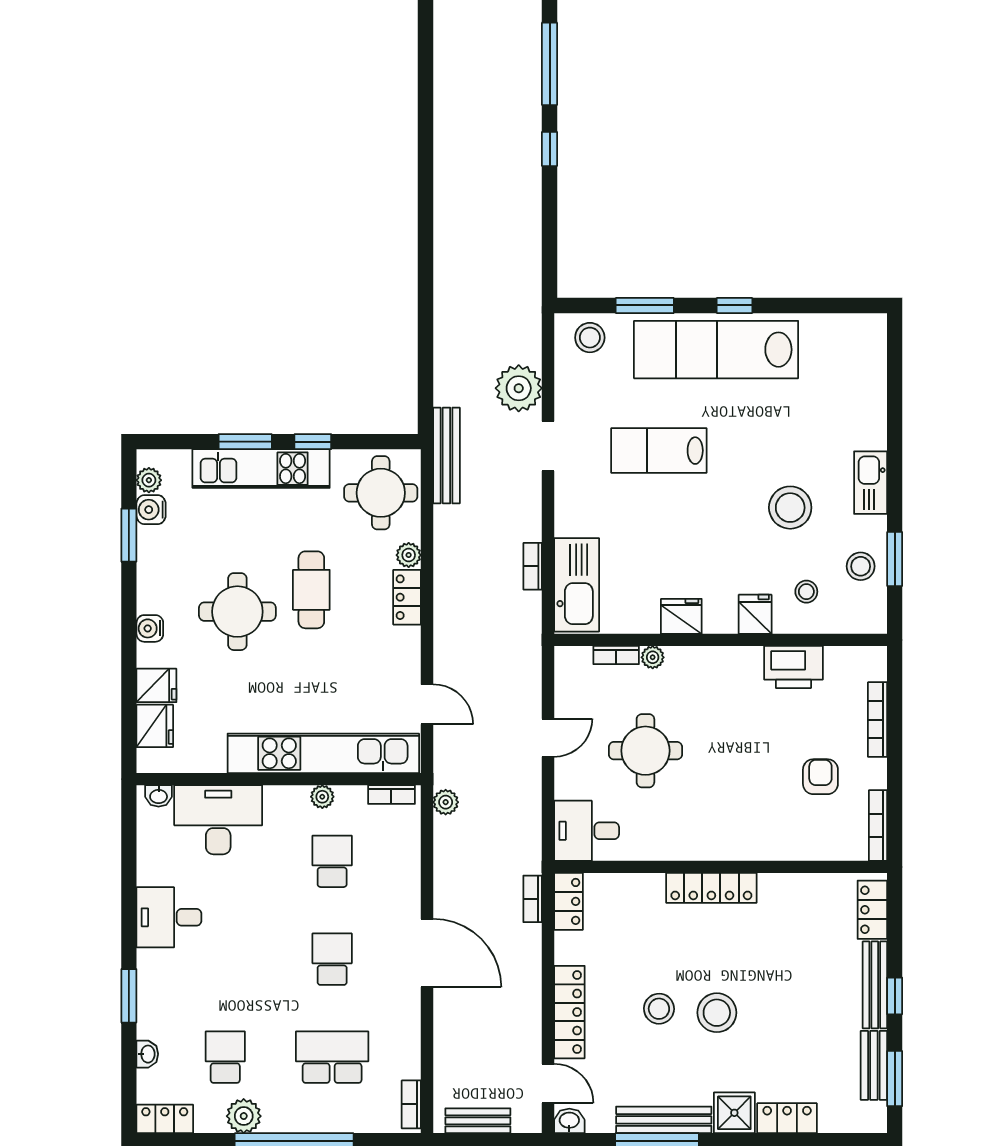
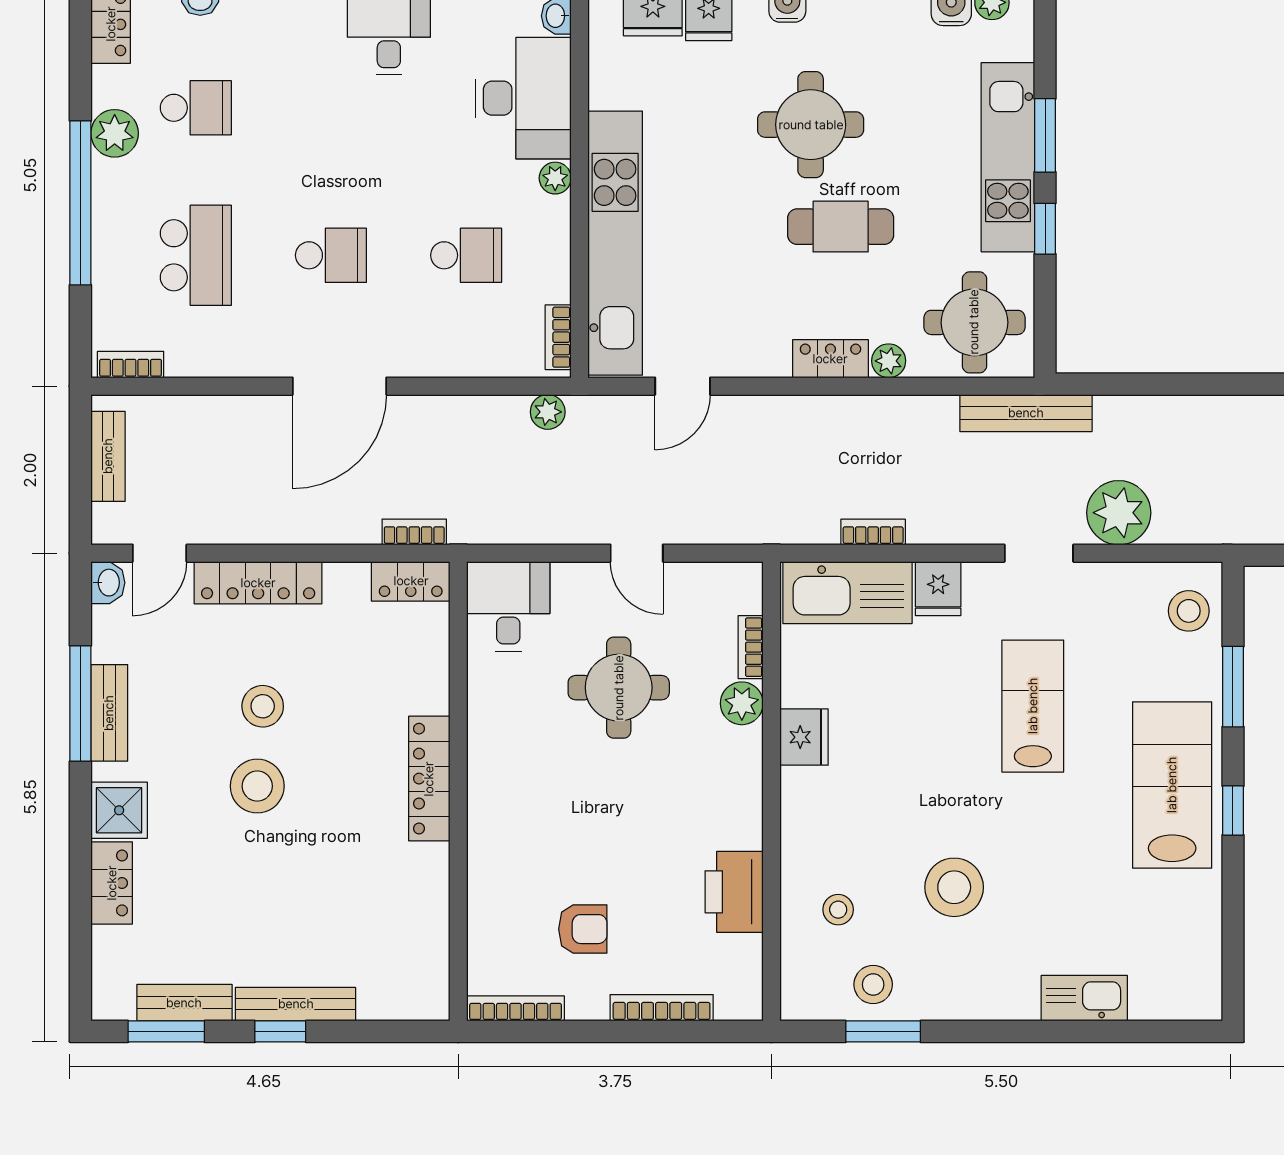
lab bench: (716, 350) -> (1172, 785), width x0.73
kitchen sink: (871, 483) -> (1084, 998), moved
fridge: (755, 614) -> (938, 589), moved, turned 90
plant: (653, 657) -> (742, 703), width x1.38, depth x1.38
plant: (322, 797) -> (555, 178), moved
locker: (872, 910) -> (399, 1001), removed
bench: (664, 1120) -> (109, 713), width x0.73

